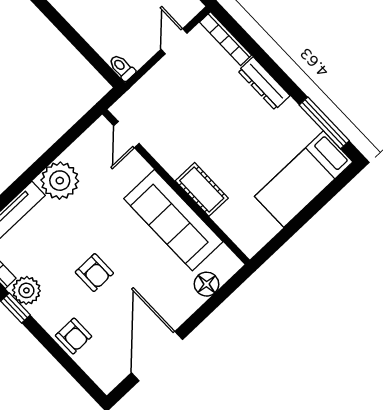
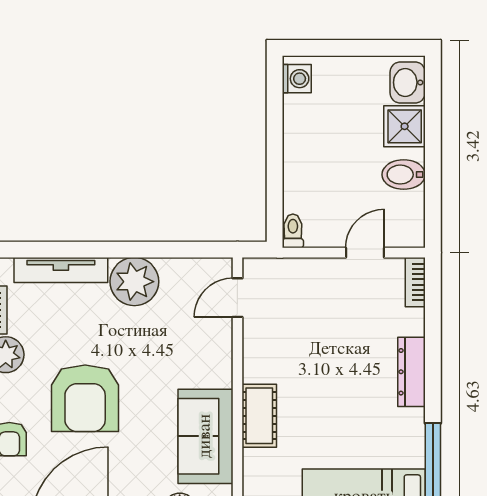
bookcase: (226, 39) -> (415, 282), width x0.64
sofa: (173, 220) -> (205, 436), width x0.73
armchair: (94, 273) -> (85, 398), width x1.88, depth x1.88

